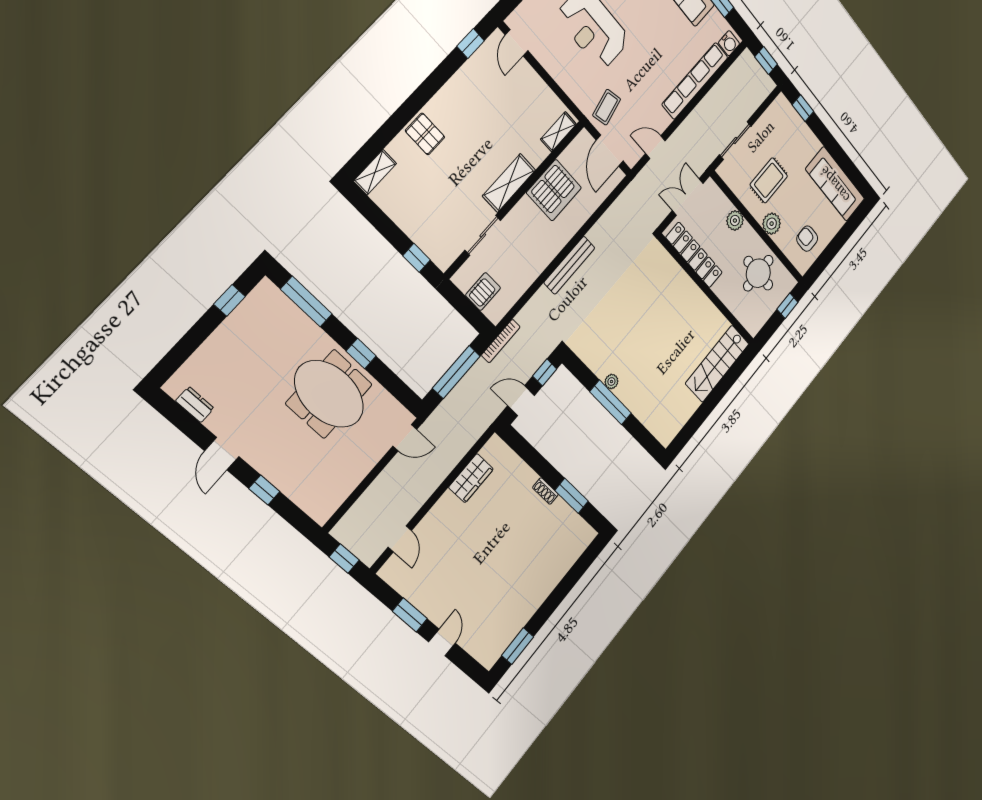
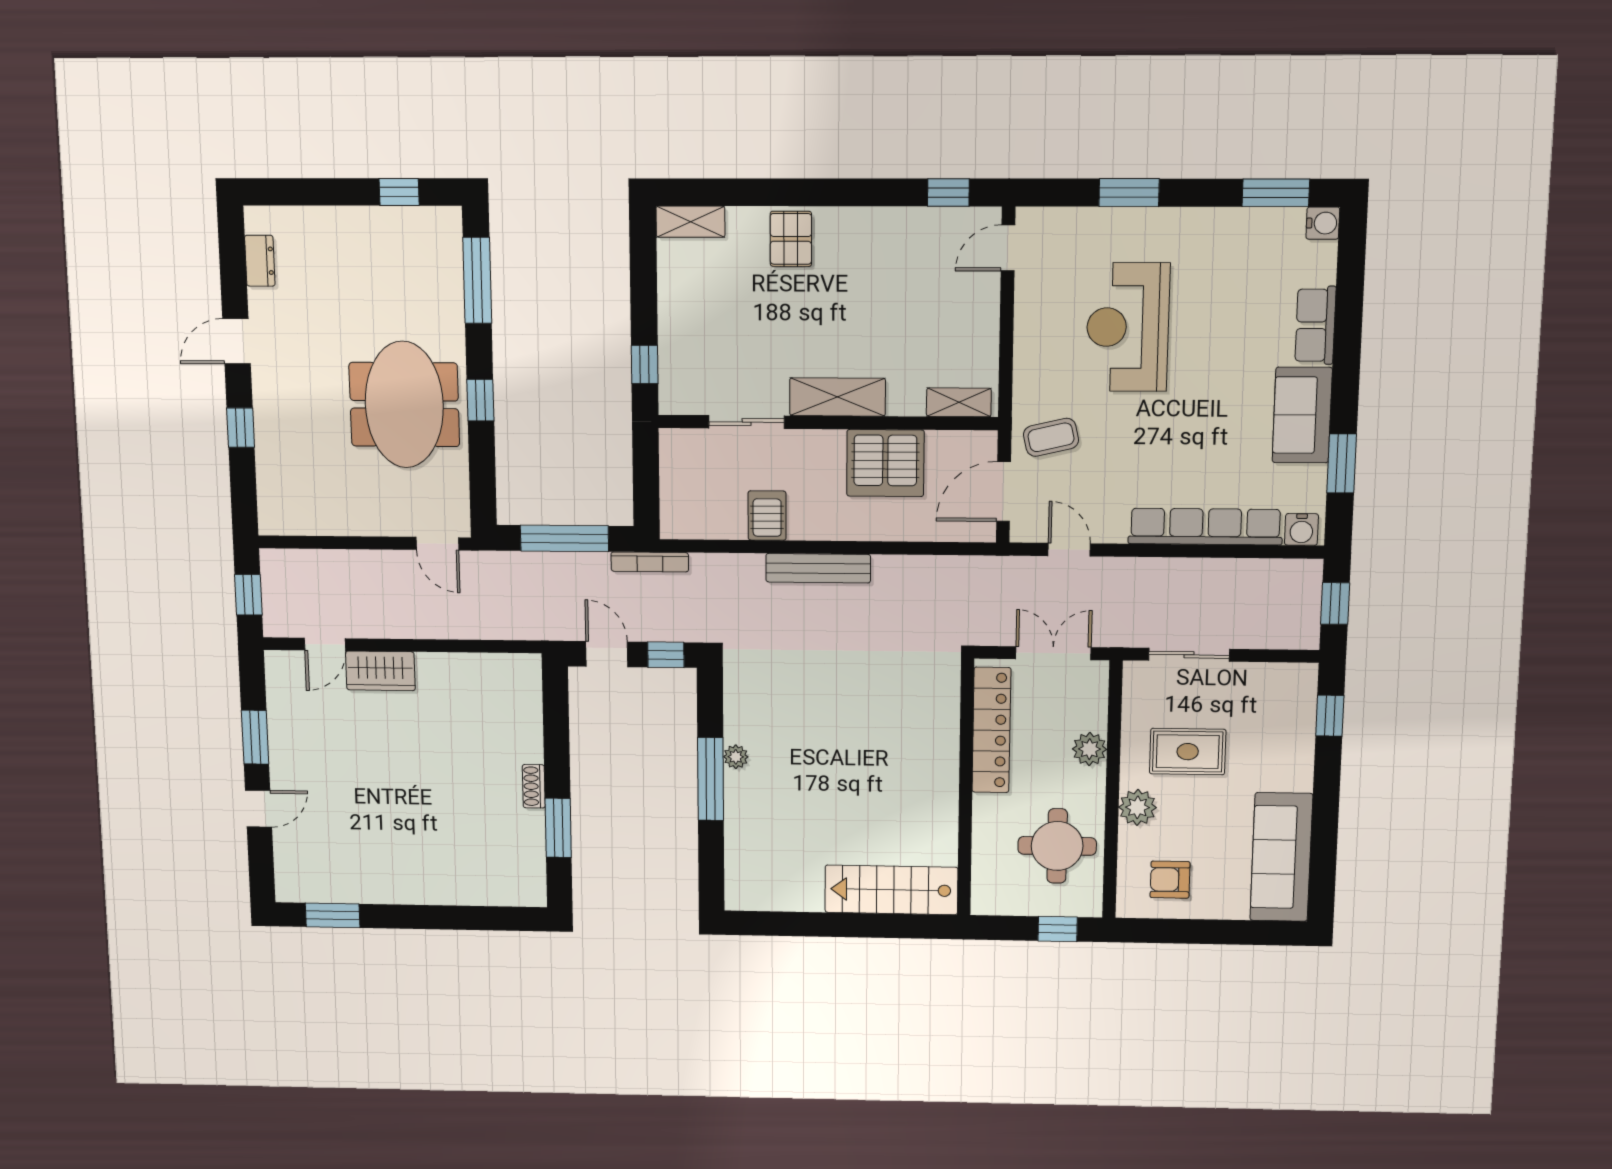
armchair: (807, 239) -> (1170, 880), turned -90
server rack: (483, 292) -> (767, 516), moved, turned -90
wardrobe: (471, 478) -> (380, 671), moved

